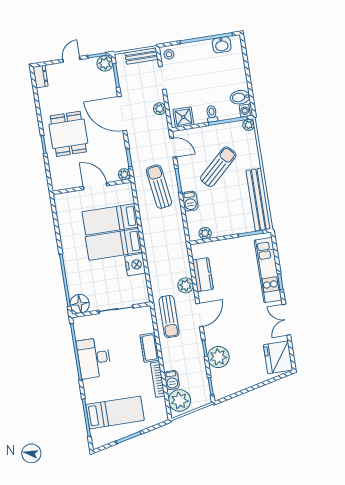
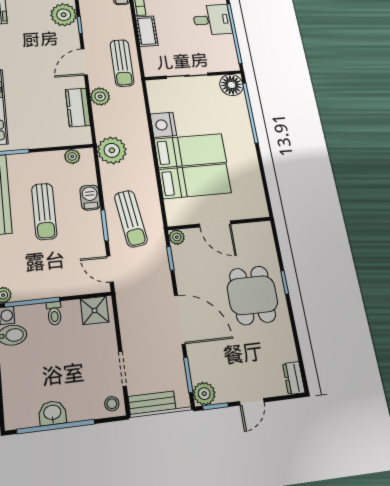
washbasin: (222, 45) -> (52, 413), moved
plant: (160, 109) -> (112, 150), moved, width x1.87, depth x1.87
sun lounger: (218, 167) -> (44, 211), moved, turned -47
sun lounger: (169, 317) -> (122, 63), turned 180
desk: (94, 358) -> (212, 20), width x0.73

